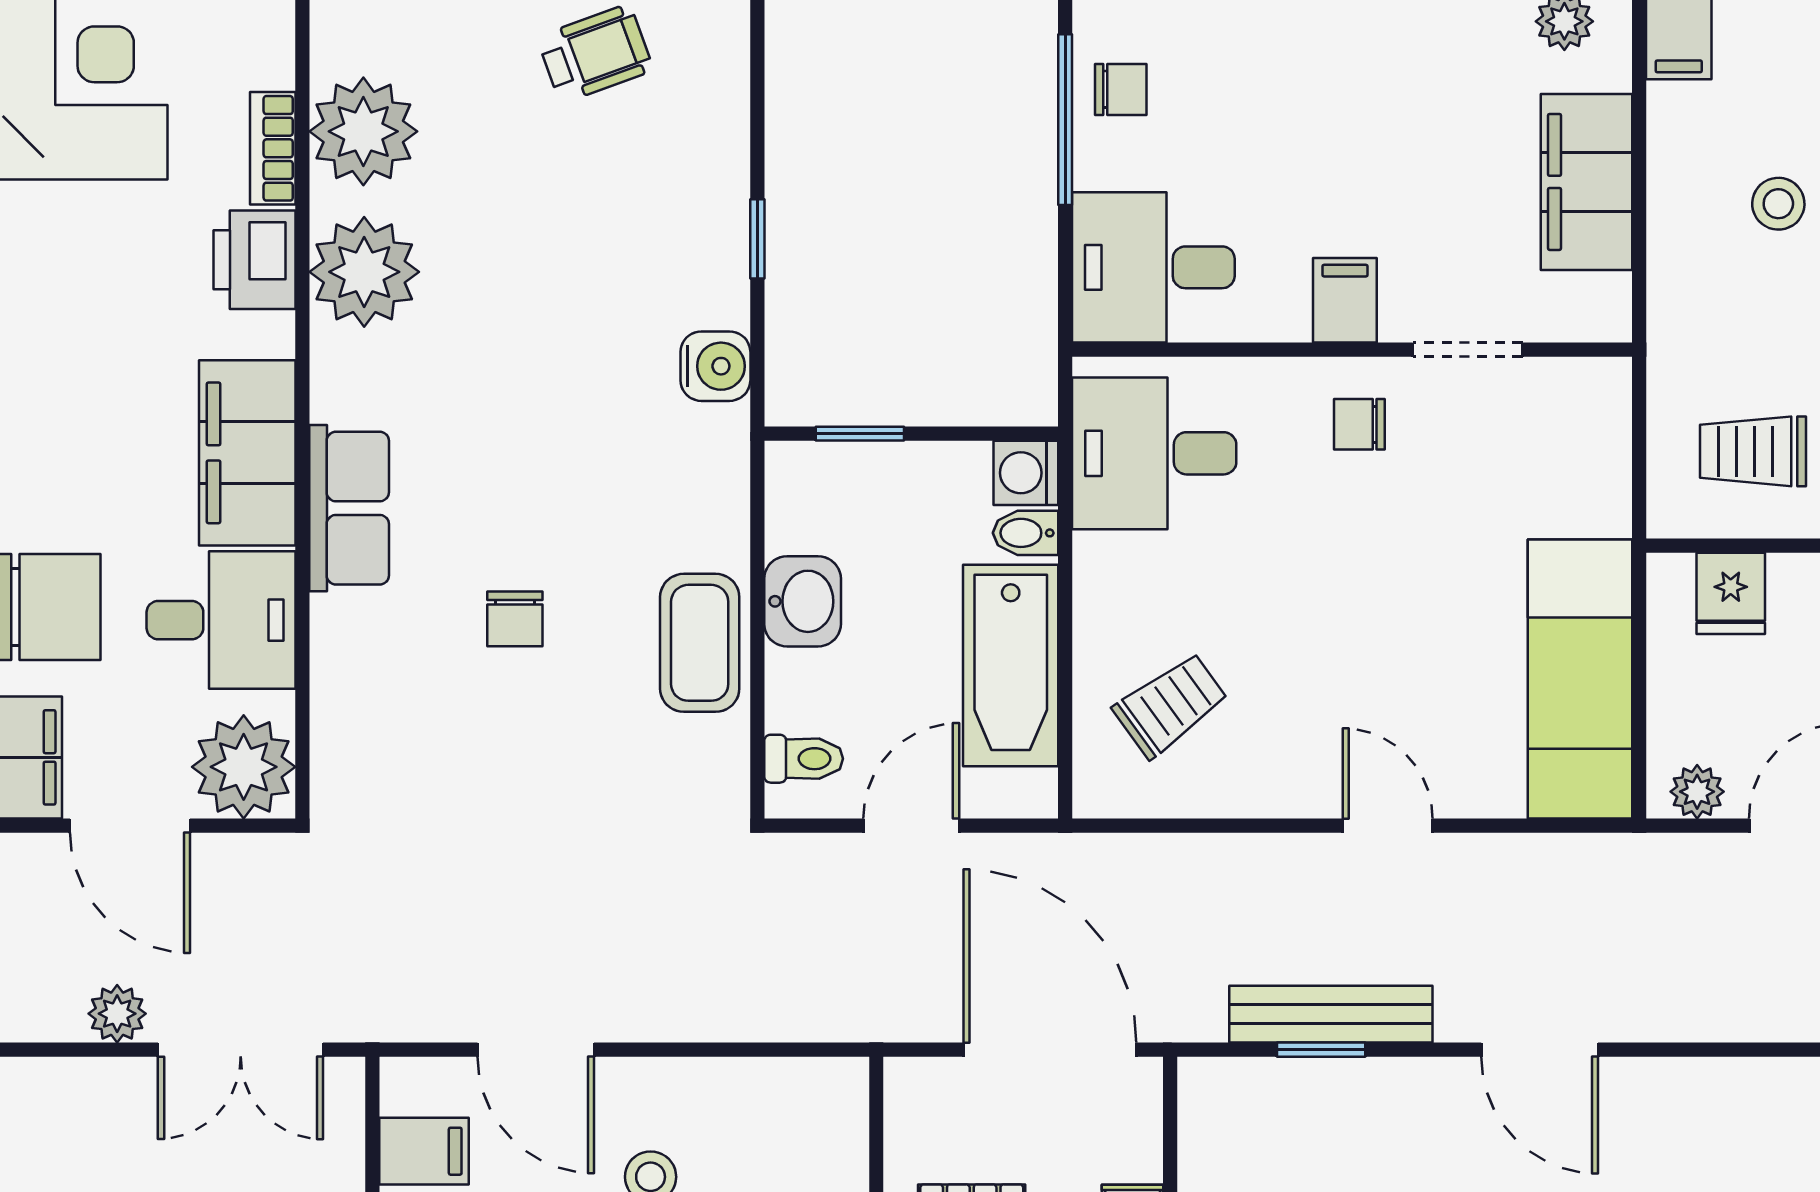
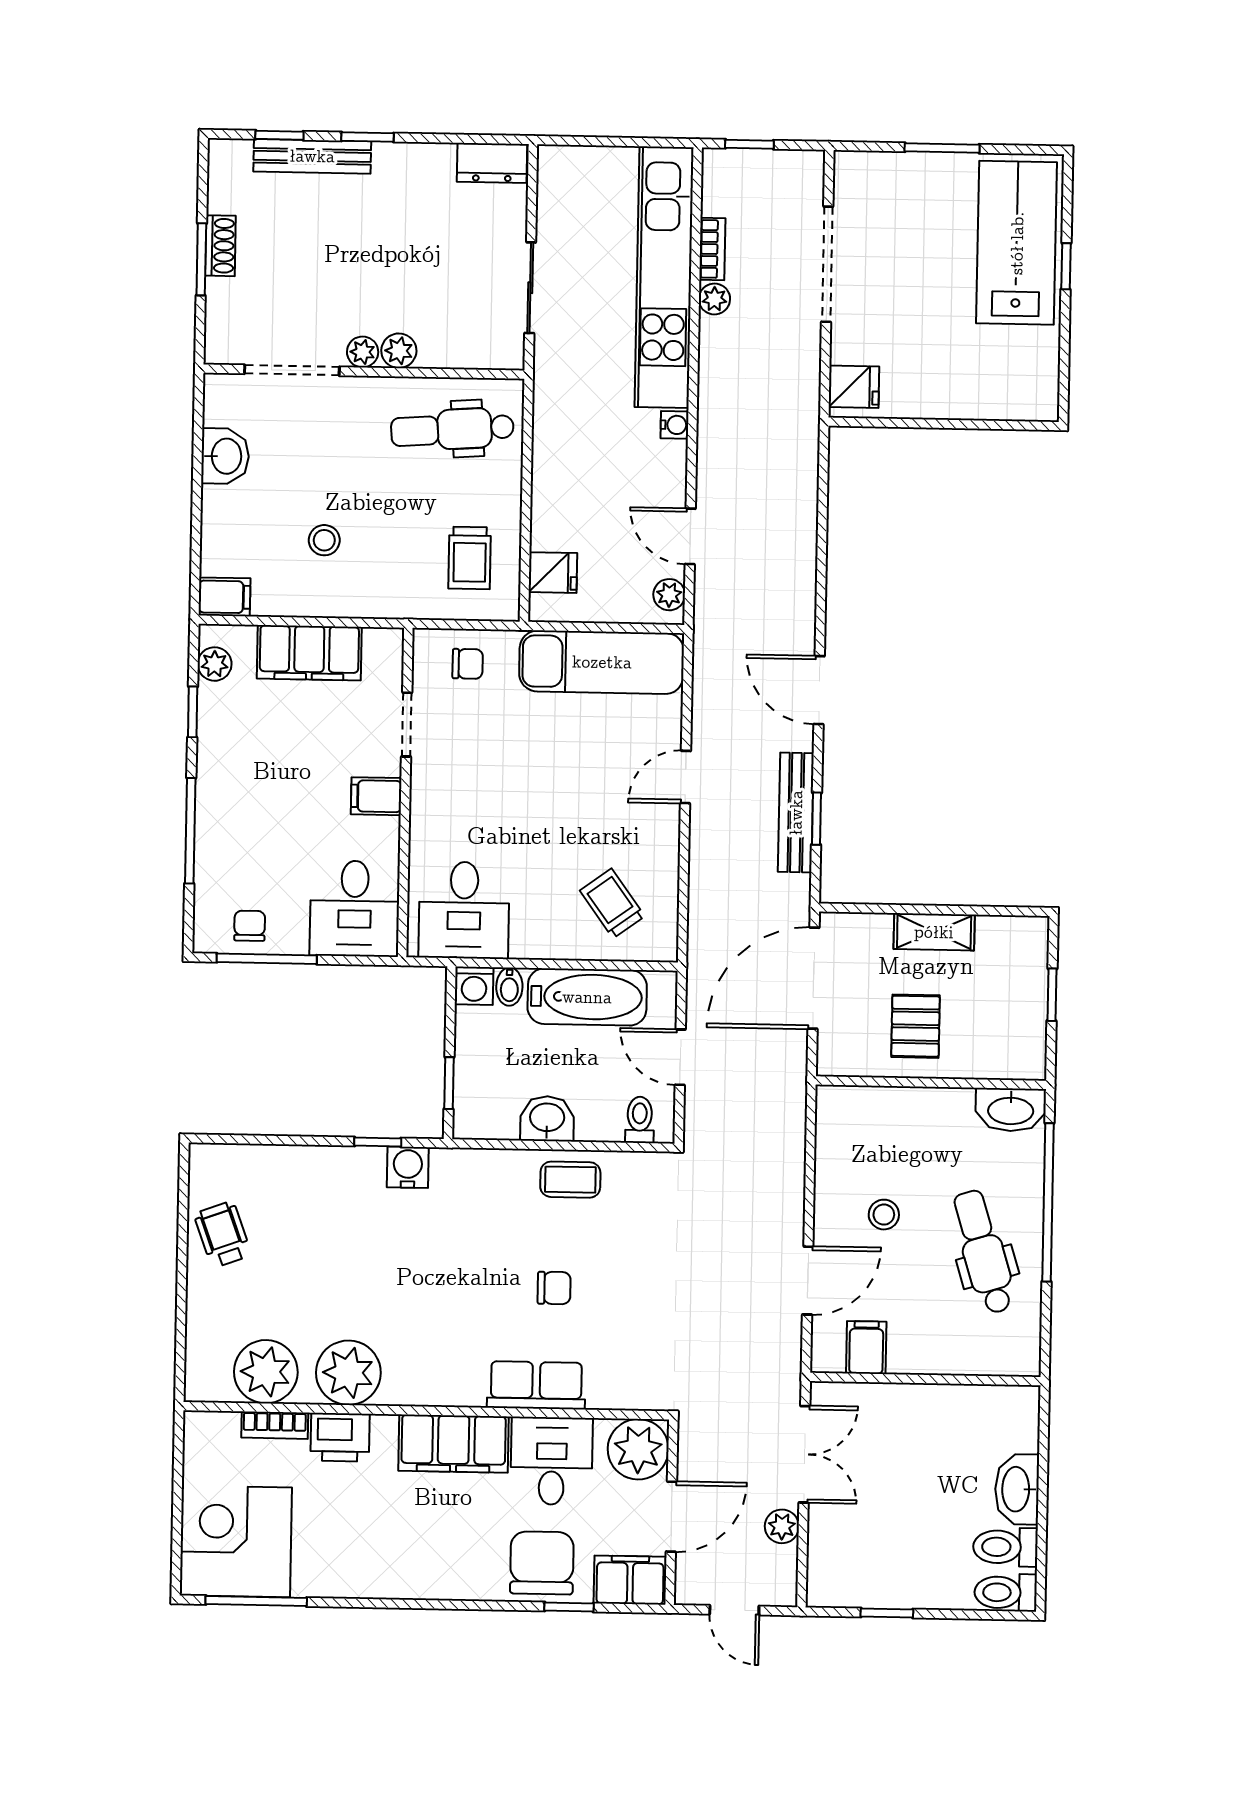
window: (757, 239) -> (378, 1142), moved
chair: (1359, 424) -> (468, 664), moved, turned -90
row of seats: (349, 508) -> (536, 1385), moved
coffee table: (700, 643) -> (570, 1180), width x0.73, depth x0.77
door: (1540, 1050) -> (819, 690), swing flipped

